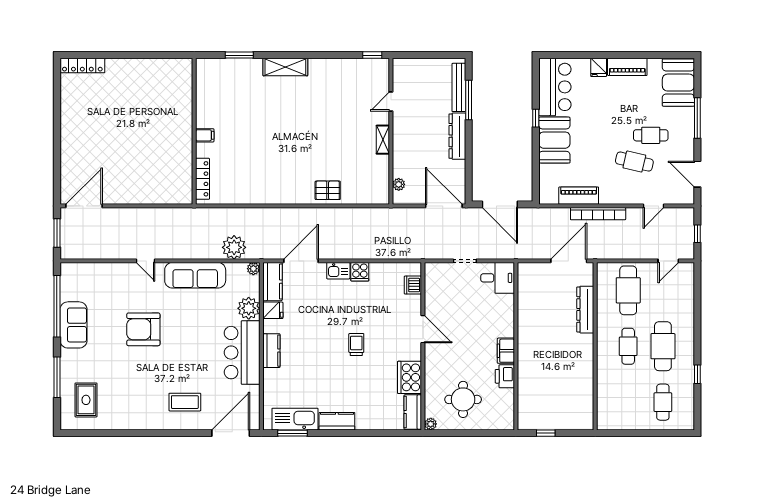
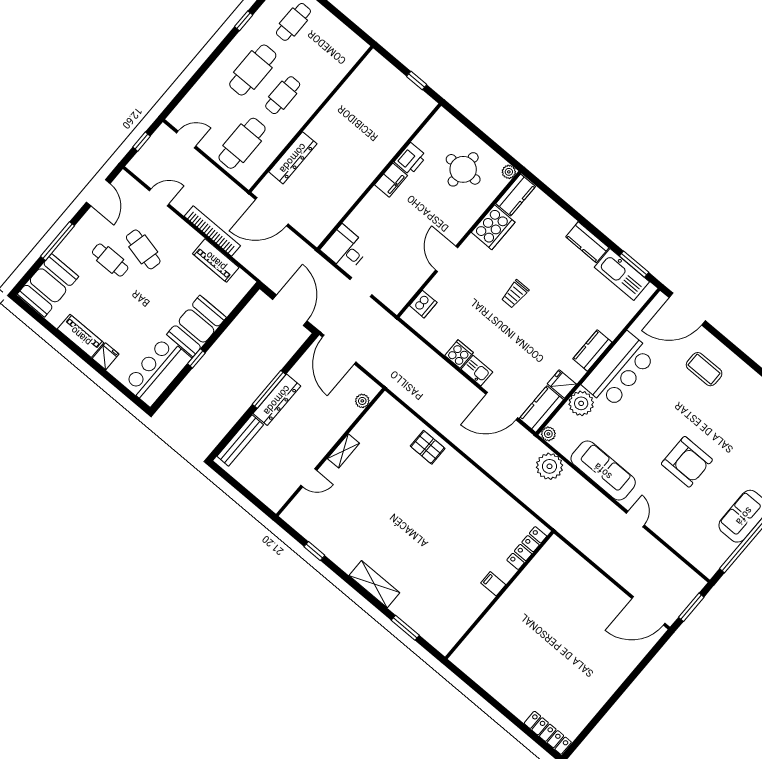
window: (372, 55) -> (314, 551), moved
window: (469, 100) -> (269, 389), moved

